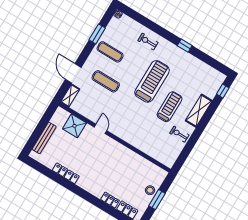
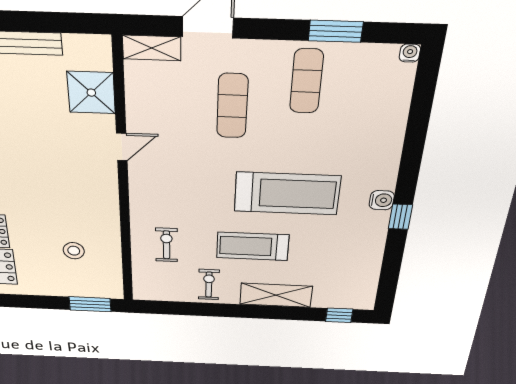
exercise bike: (148, 42) -> (167, 245), moved
water cooler: (173, 49) -> (382, 200), added
treadmill: (169, 107) -> (253, 246), turned 180
stool: (150, 190) -> (74, 251), moved
window: (157, 200) -> (90, 304), moved

